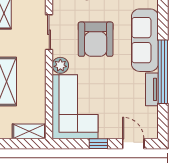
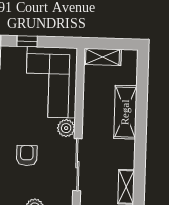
sliding door: (49, 32) -> (77, 165), width x1.37
armchair: (96, 39) -> (27, 155), width x0.53, depth x0.53

